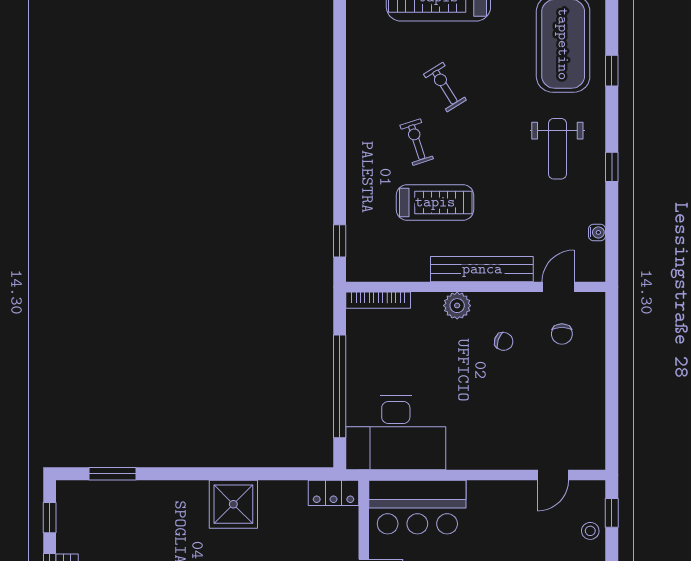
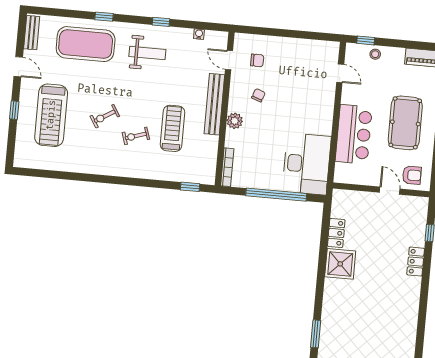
locker: (334, 493) -> (336, 233), moved
bar counter: (417, 507) -> (354, 134), moved

